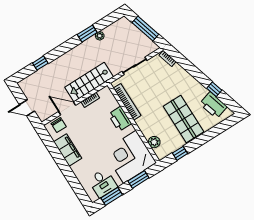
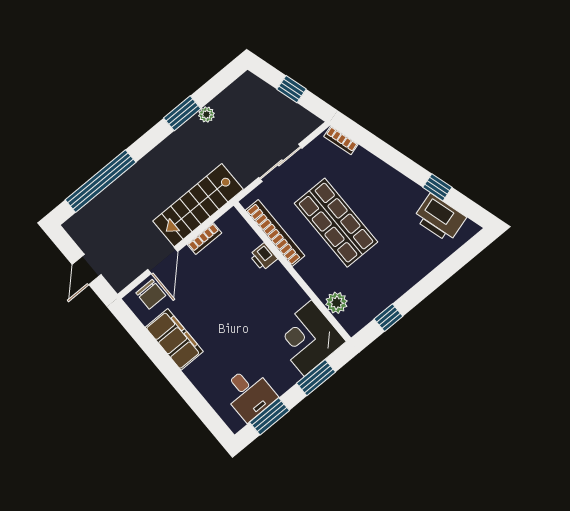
window: (145, 29) -> (291, 89), width x0.46
window: (40, 63) -> (101, 181), width x3.17
door: (27, 108) -> (87, 270), hinge flipped
door: (67, 108) -> (163, 261), swing flipped
printer: (120, 119) -> (263, 257), width x0.53, depth x0.68
shop shelf: (183, 119) -> (336, 223), moved
corner desk: (130, 157) -> (308, 338), width x0.74, depth x0.74

